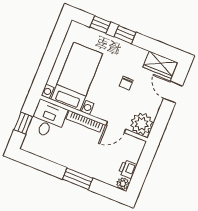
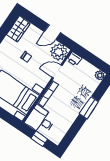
door: (173, 92) -> (52, 32), moved
door: (116, 127) -> (57, 72), swing flipped
printer: (128, 169) -> (74, 59), moved

